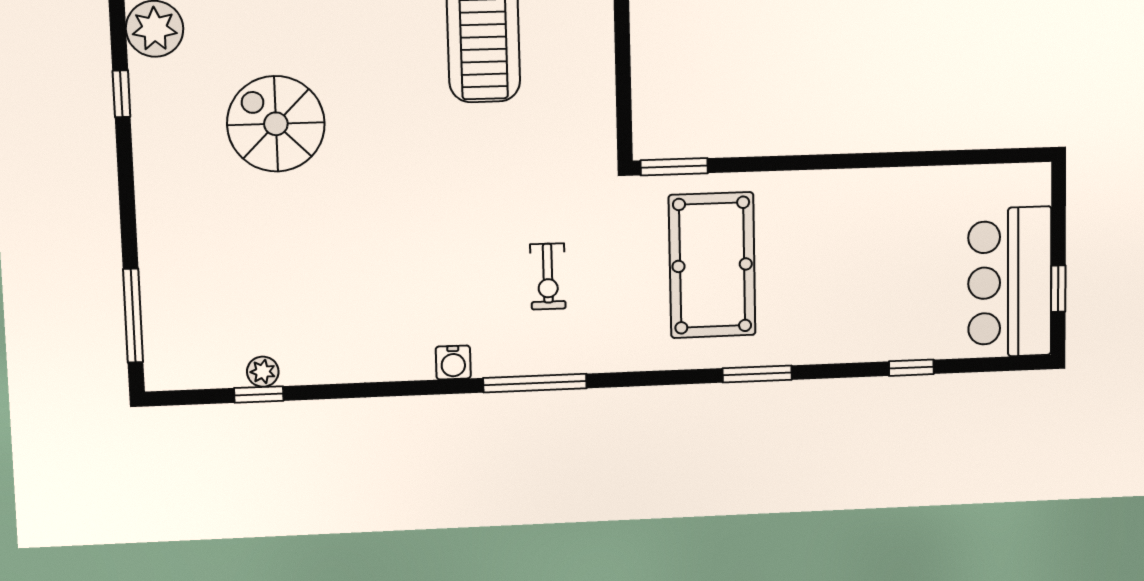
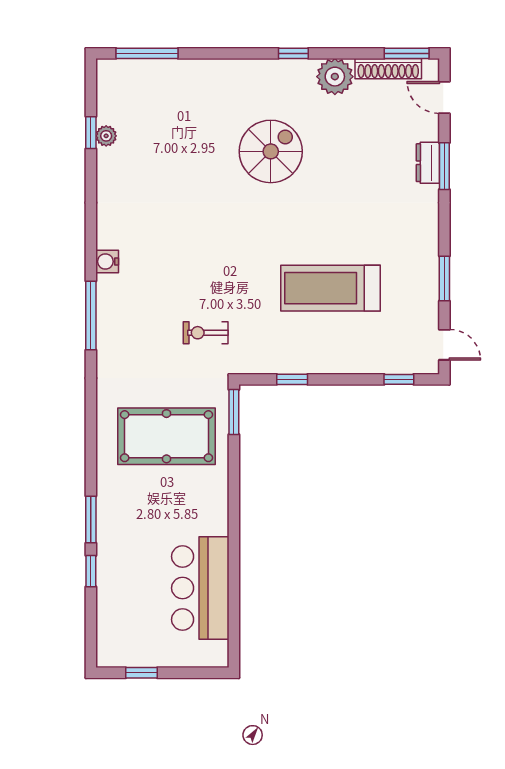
window: (623, 81) -> (292, 379), added
exercise bike: (548, 276) -> (206, 333), moved
bar counter: (1010, 282) -> (200, 588), moved, turned -90
window: (757, 374) -> (91, 519), moved

